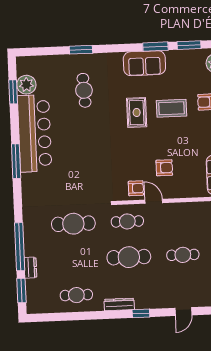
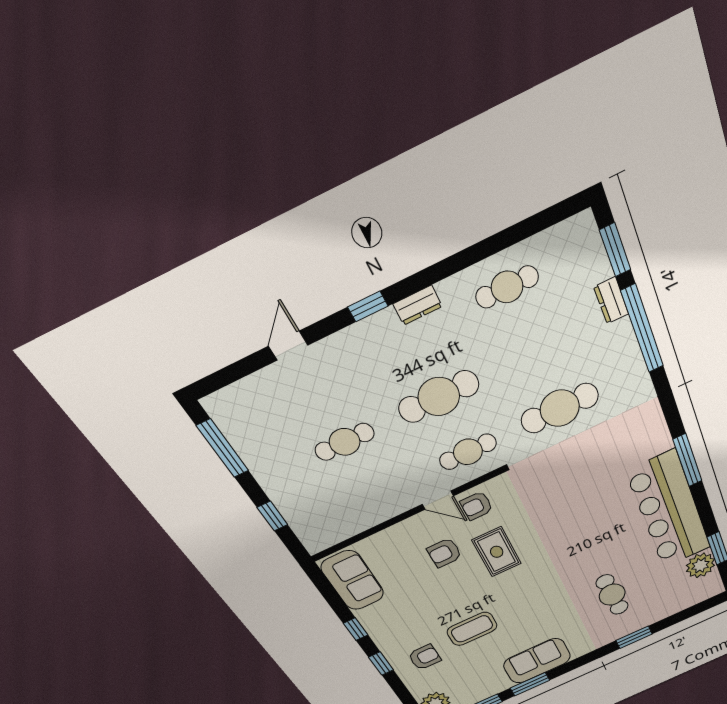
rug: (137, 112) -> (497, 552), moved
dresser: (119, 304) -> (418, 305), width x0.70

